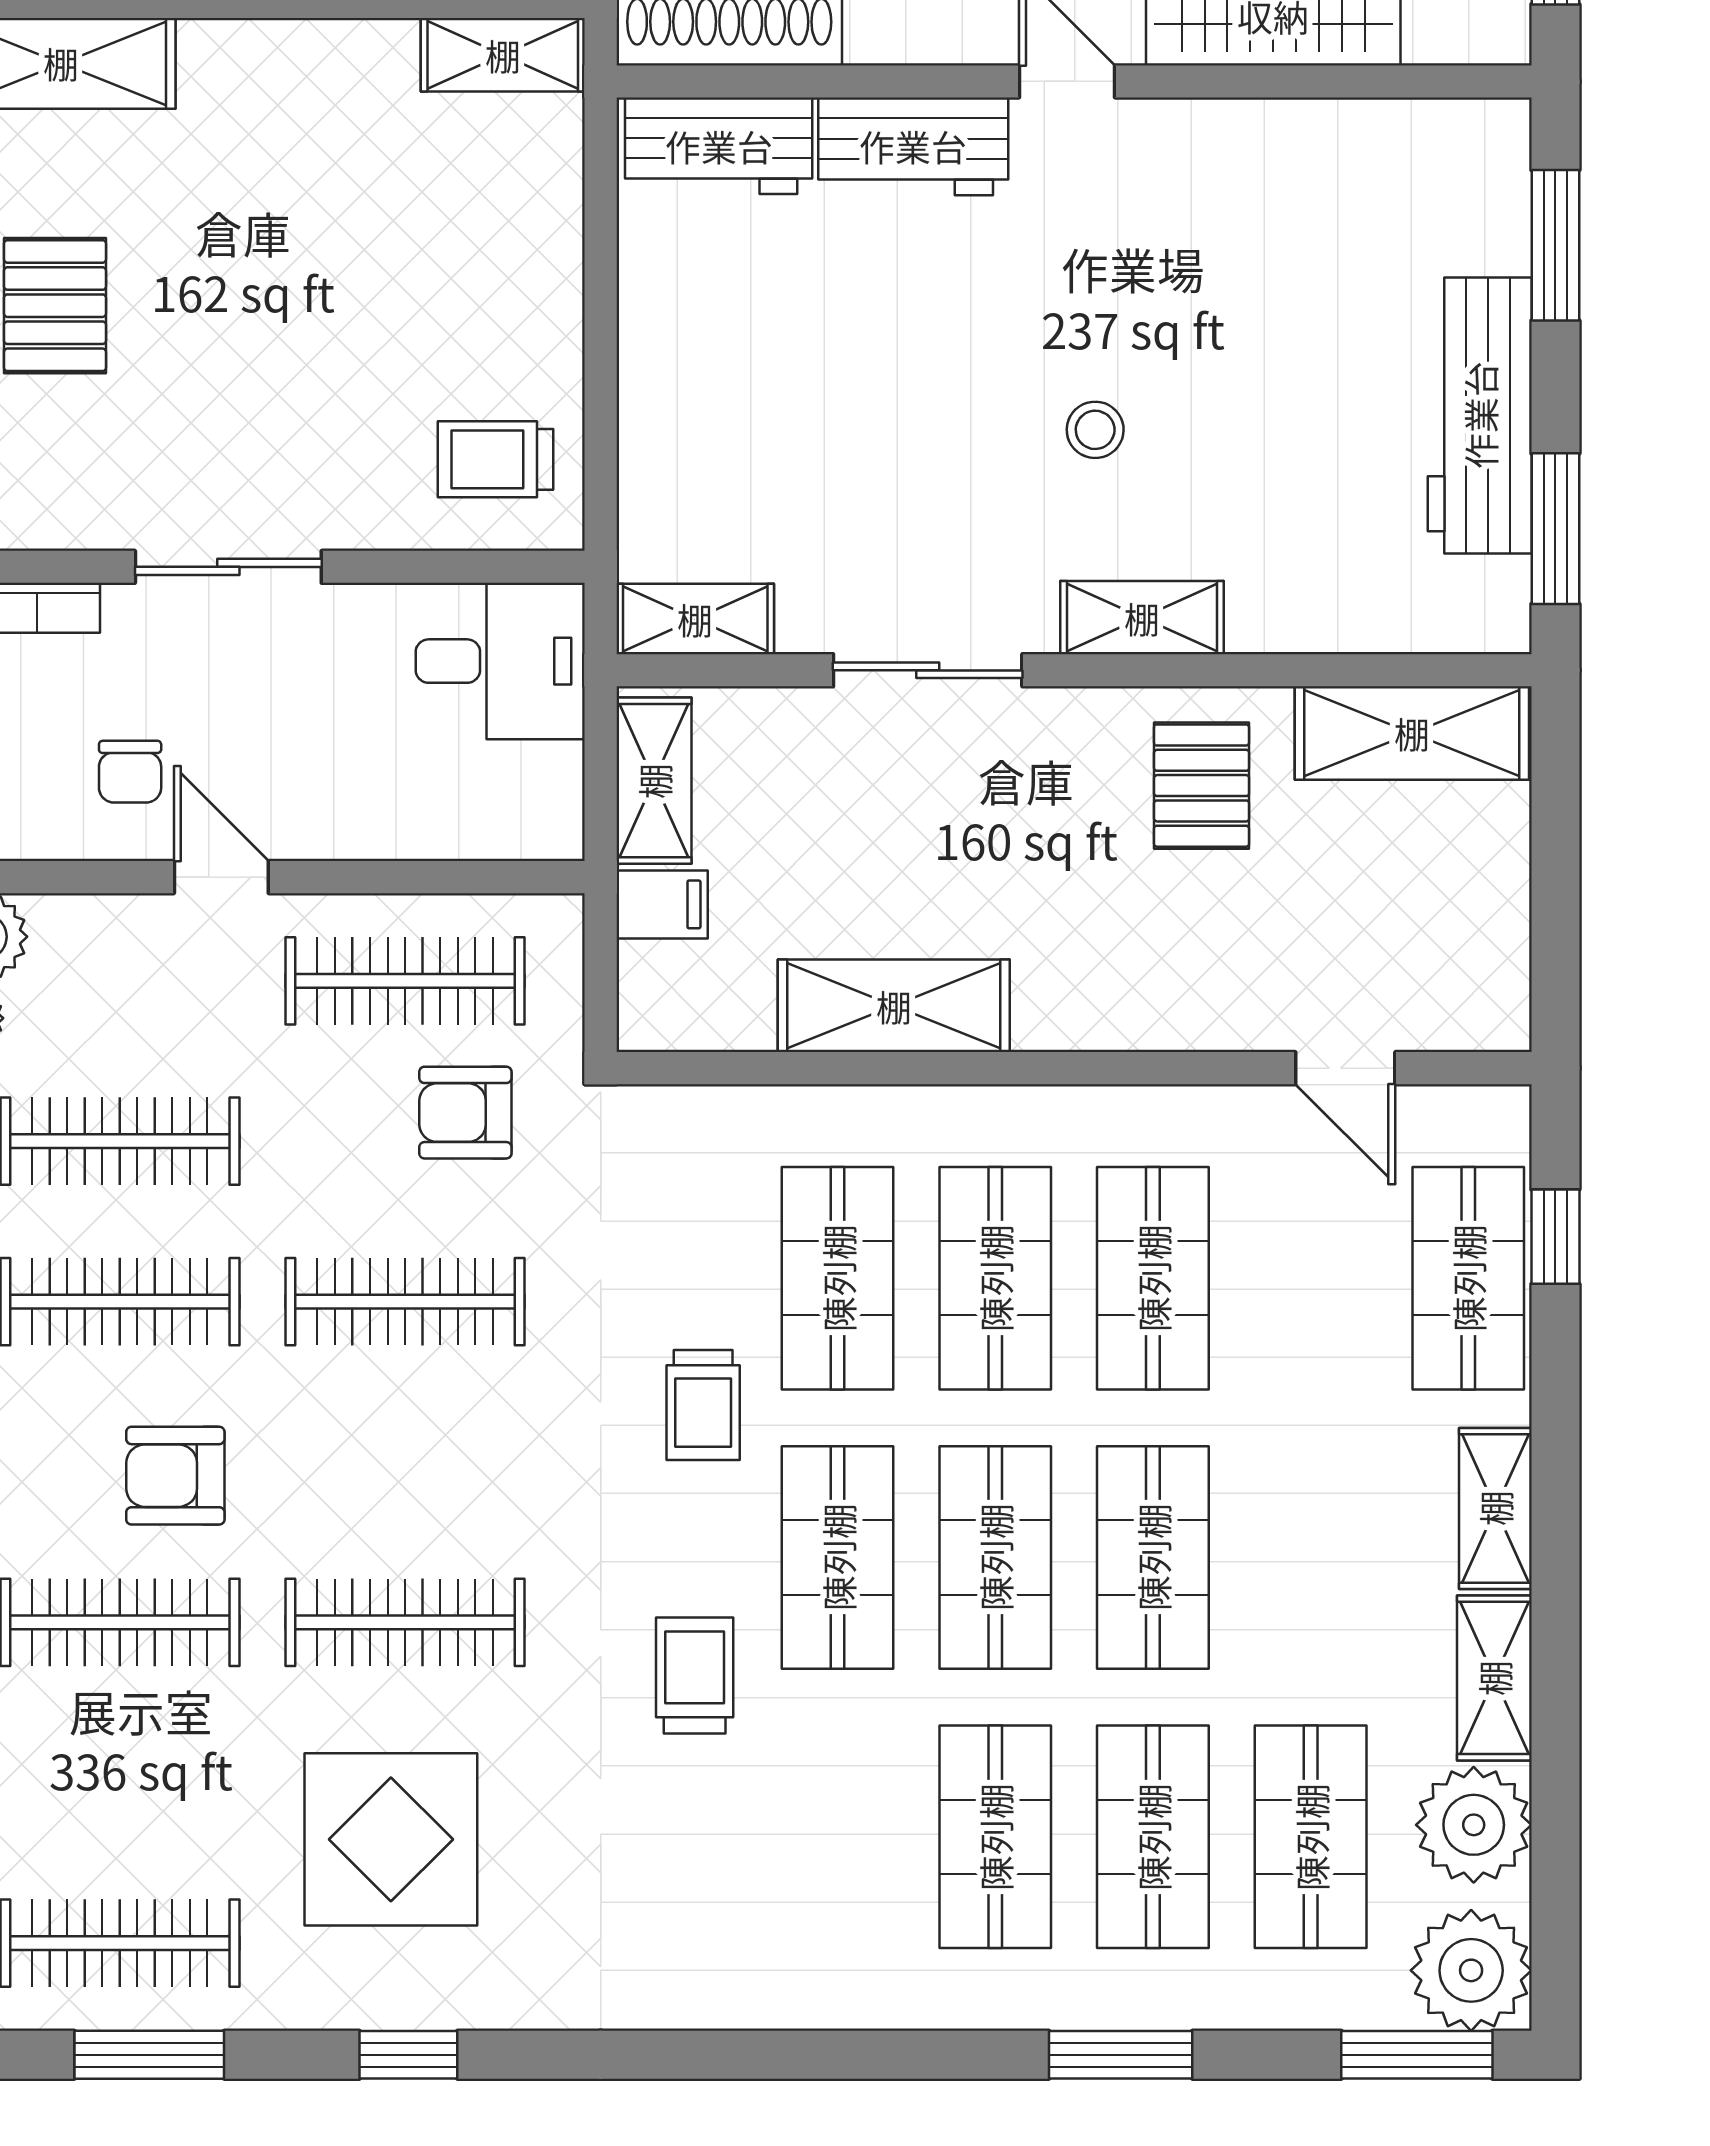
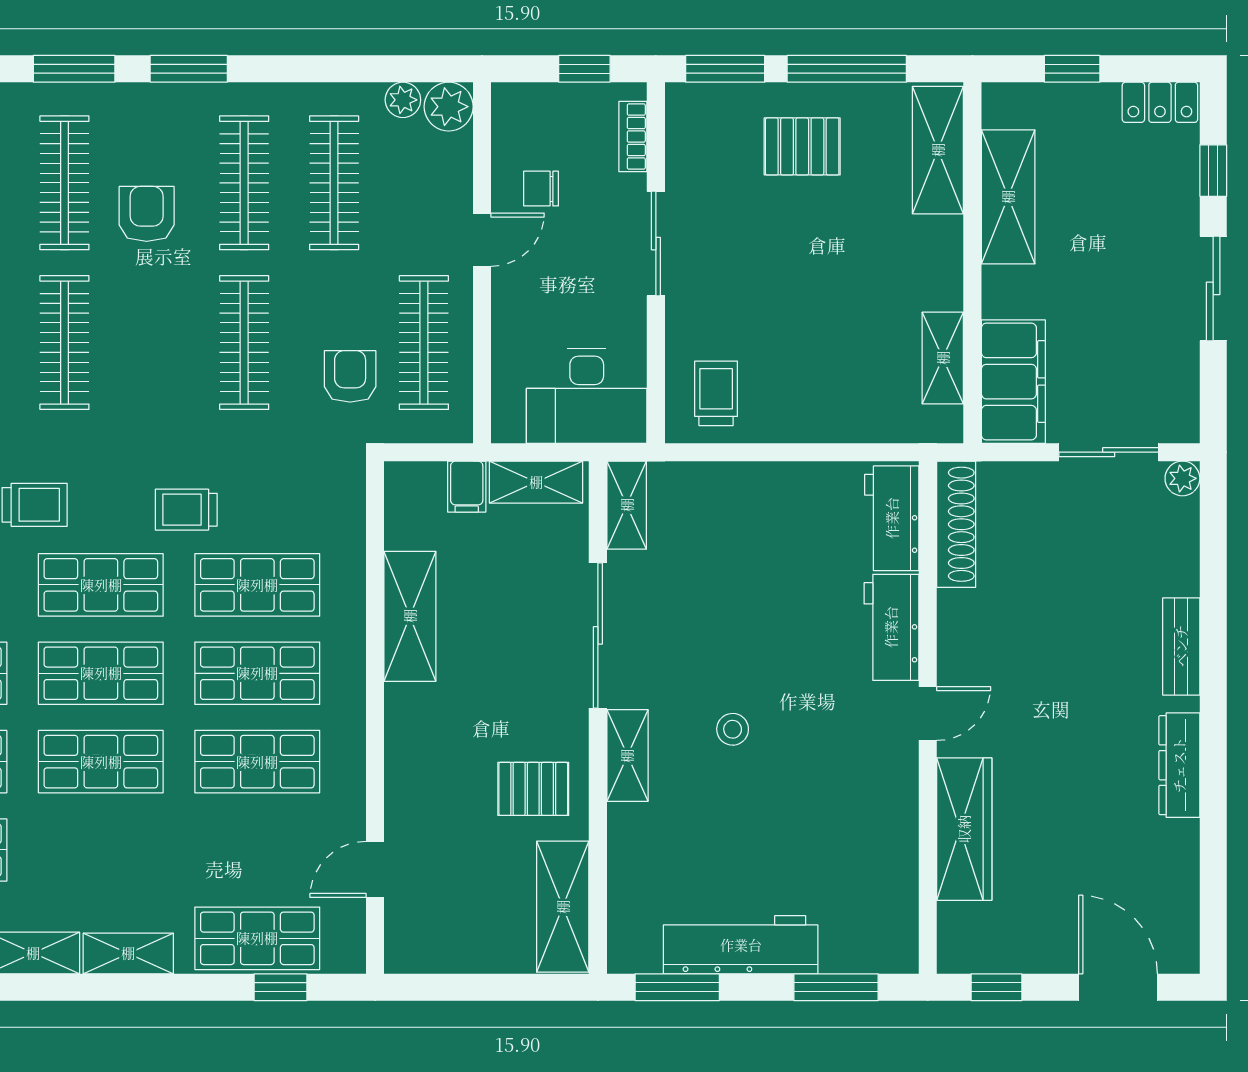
shelving: (503, 55) -> (943, 358), moved
desk: (500, 661) -> (587, 396), width x1.37
sliding door: (928, 670) -> (598, 635), width x1.37

